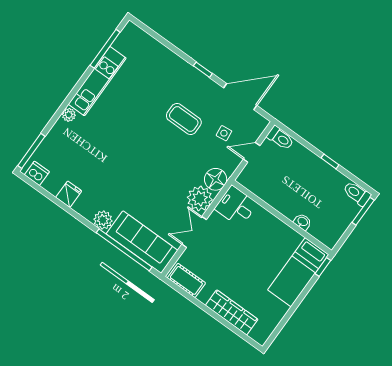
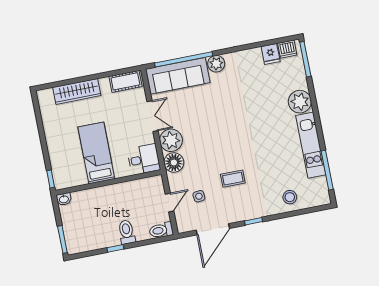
stool: (155, 59) -> (290, 197), added
plant: (69, 115) -> (300, 102), width x1.88, depth x1.88
coffee table: (184, 119) -> (233, 179), width x0.73, depth x0.77
fridge: (69, 194) -> (271, 54), moved
toilet: (357, 194) -> (127, 232), moved, turned -90
washbasin: (303, 222) -> (64, 199), moved
bed: (298, 272) -> (96, 153), moved

